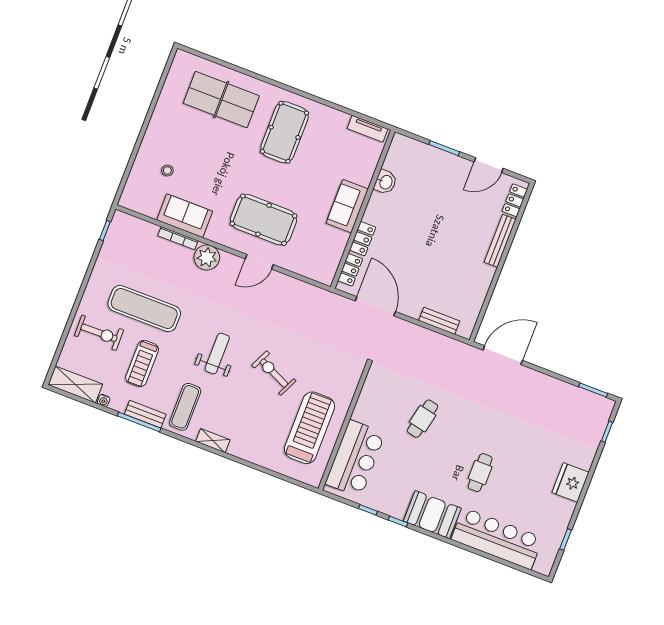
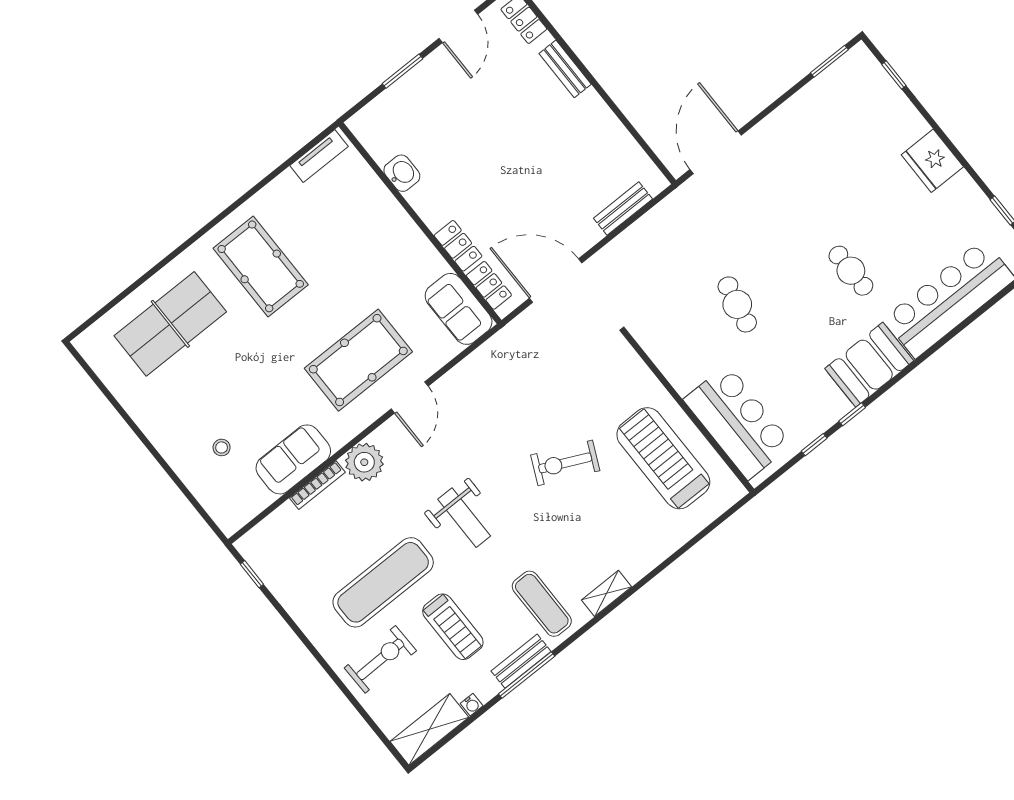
sofa: (347, 206) -> (459, 309), moved
bench: (500, 241) -> (565, 69), width x0.73
weight bench: (217, 353) -> (464, 518), moved, turned 180

